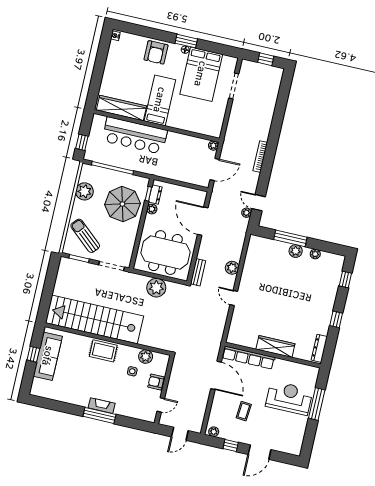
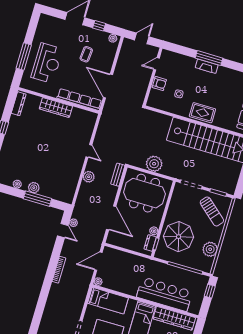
bed: (201, 124) -> (108, 301), added
plant: (146, 357) -> (167, 106), removed
reception desk: (289, 398) -> (47, 63), turned -90

